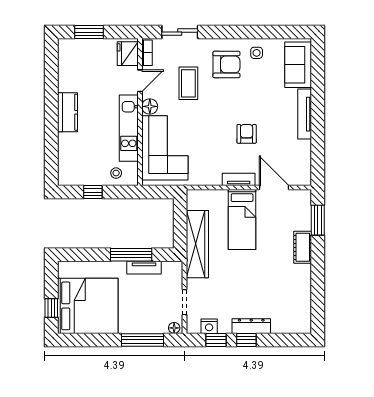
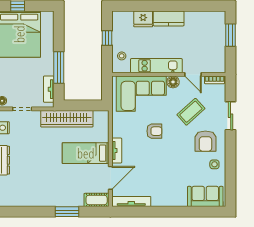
sliding door: (180, 32) -> (231, 116), moved
fridge: (128, 54) -> (143, 19), moved, turned 180
coffee table: (188, 83) -> (191, 112), turned -42
tv unit: (305, 114) -> (131, 201), moved
armchair: (247, 134) -> (154, 131), moved
window: (318, 220) -> (67, 212), moved
cot: (303, 247) -> (97, 200), moved
tv unit: (144, 268) -> (49, 89), moved

